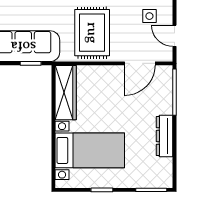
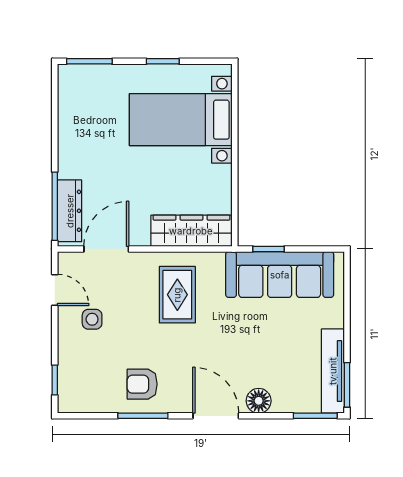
rug: (92, 33) -> (177, 295), width x0.73, depth x0.70
wardrobe: (66, 93) -> (191, 231), moved, turned 90
dresser: (165, 136) -> (70, 211), moved

